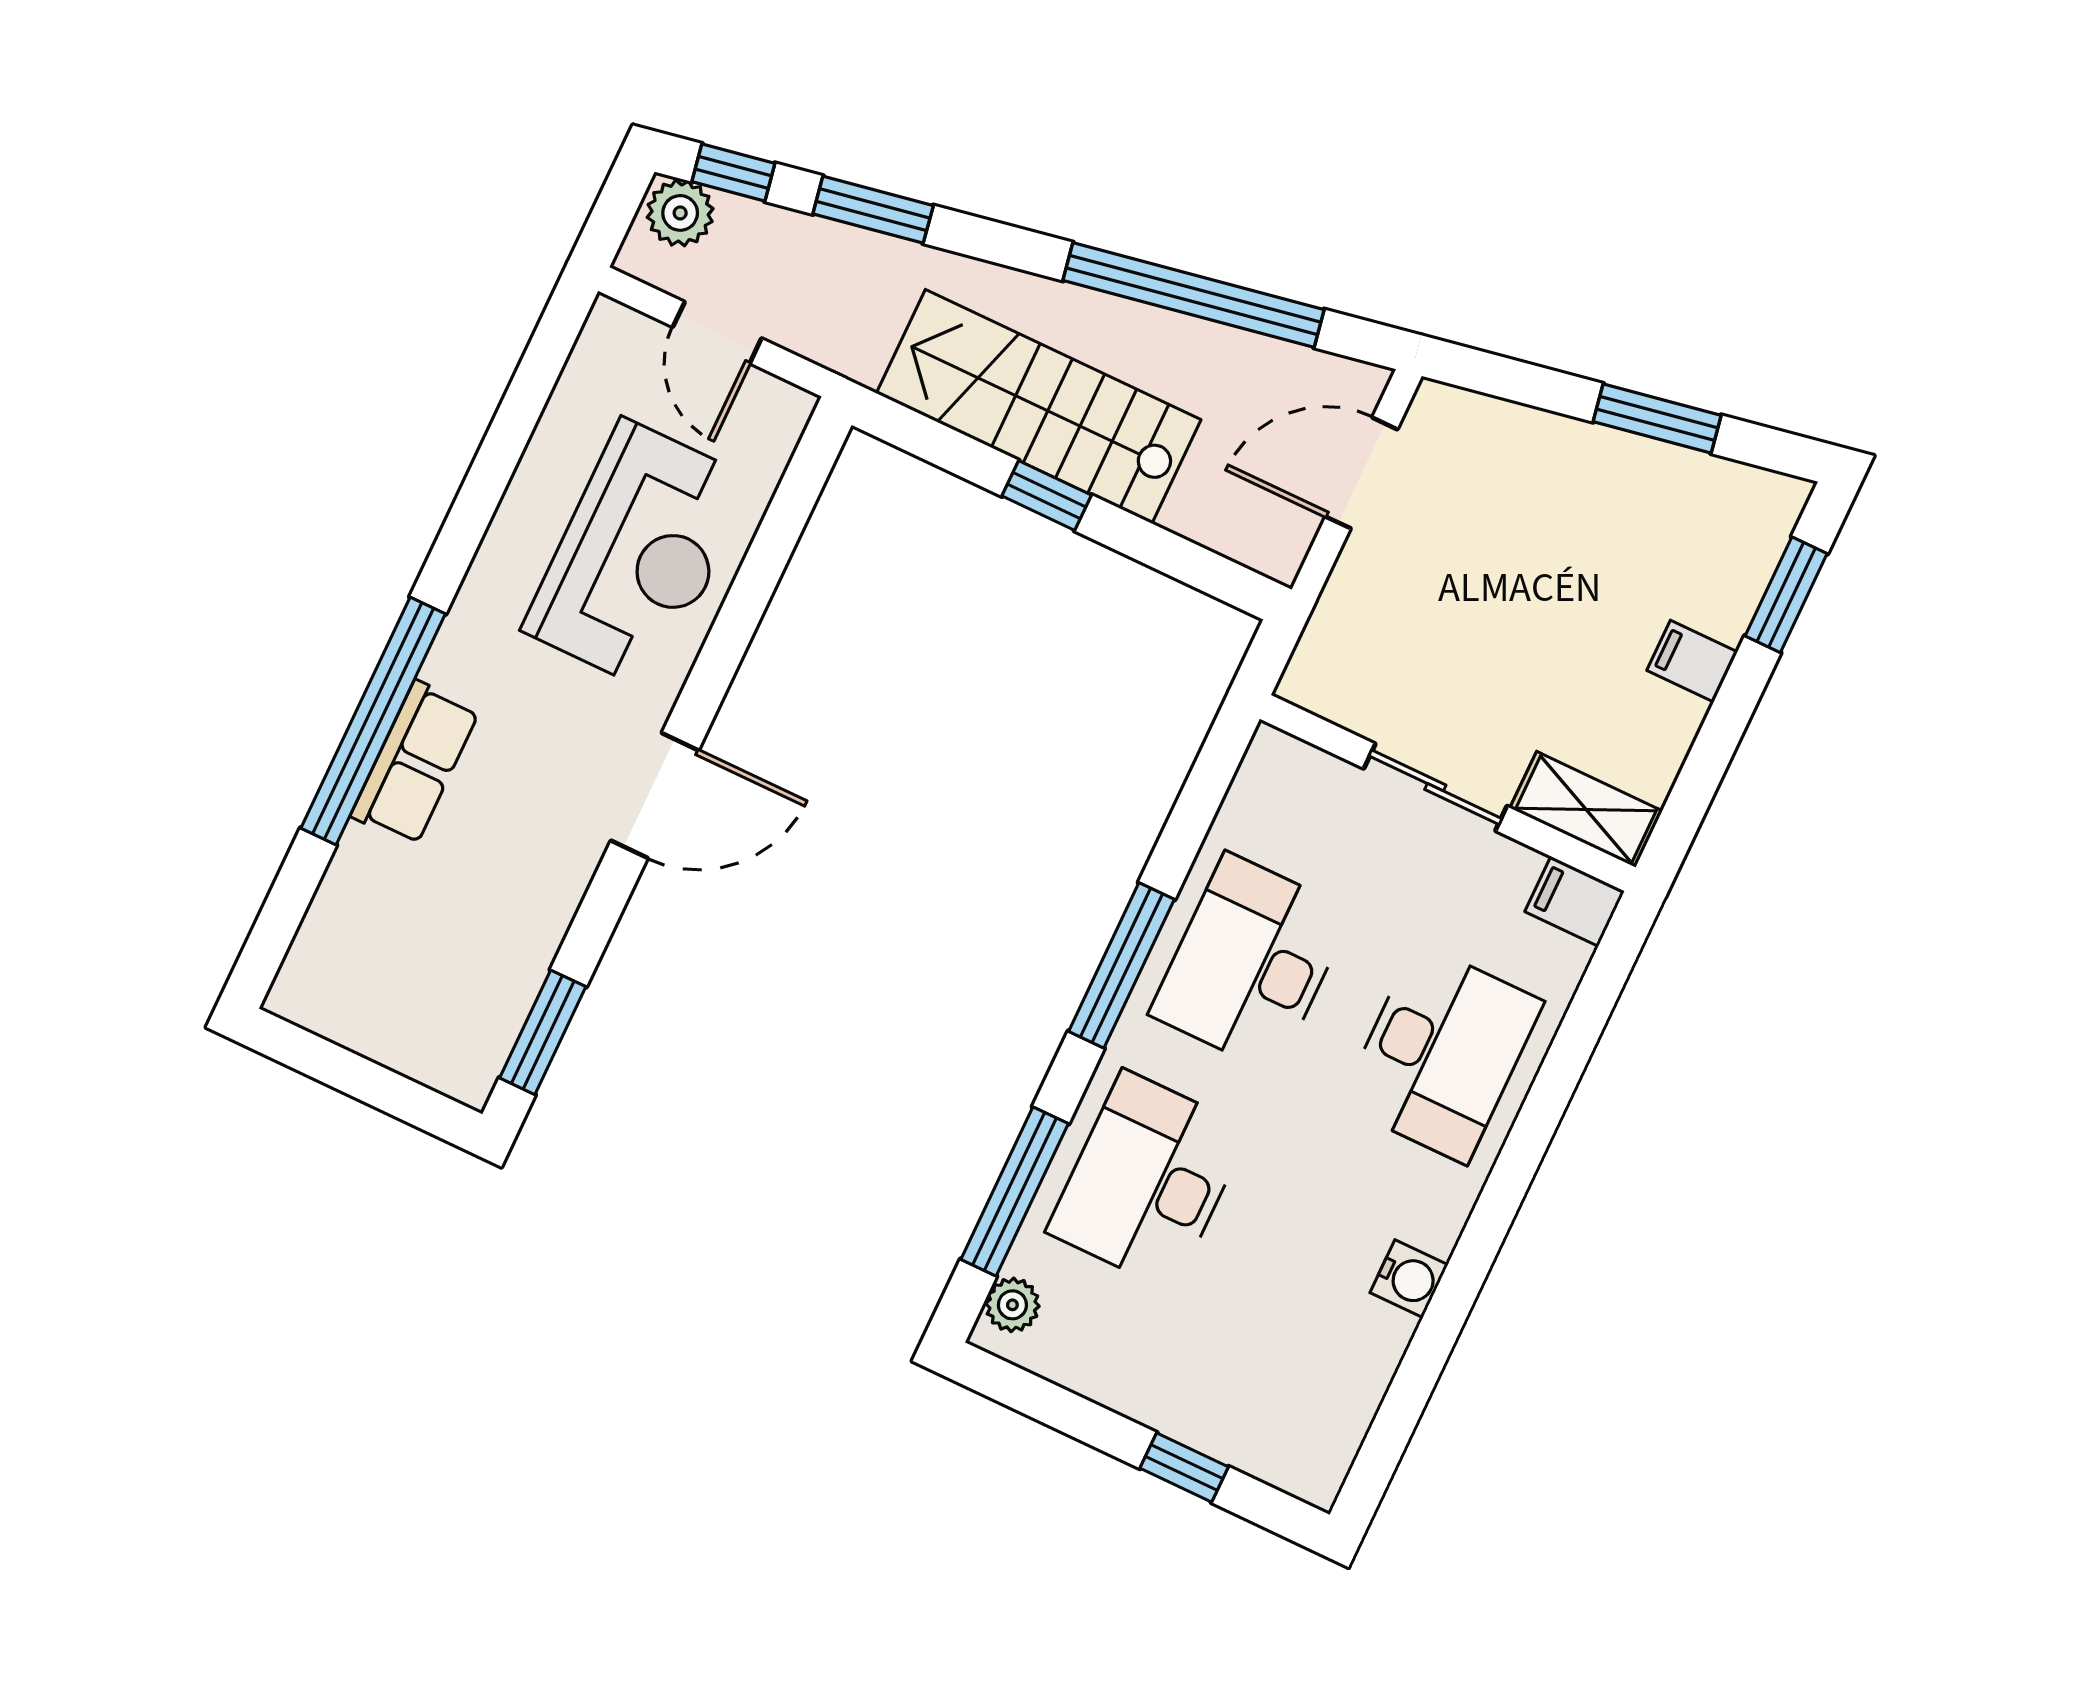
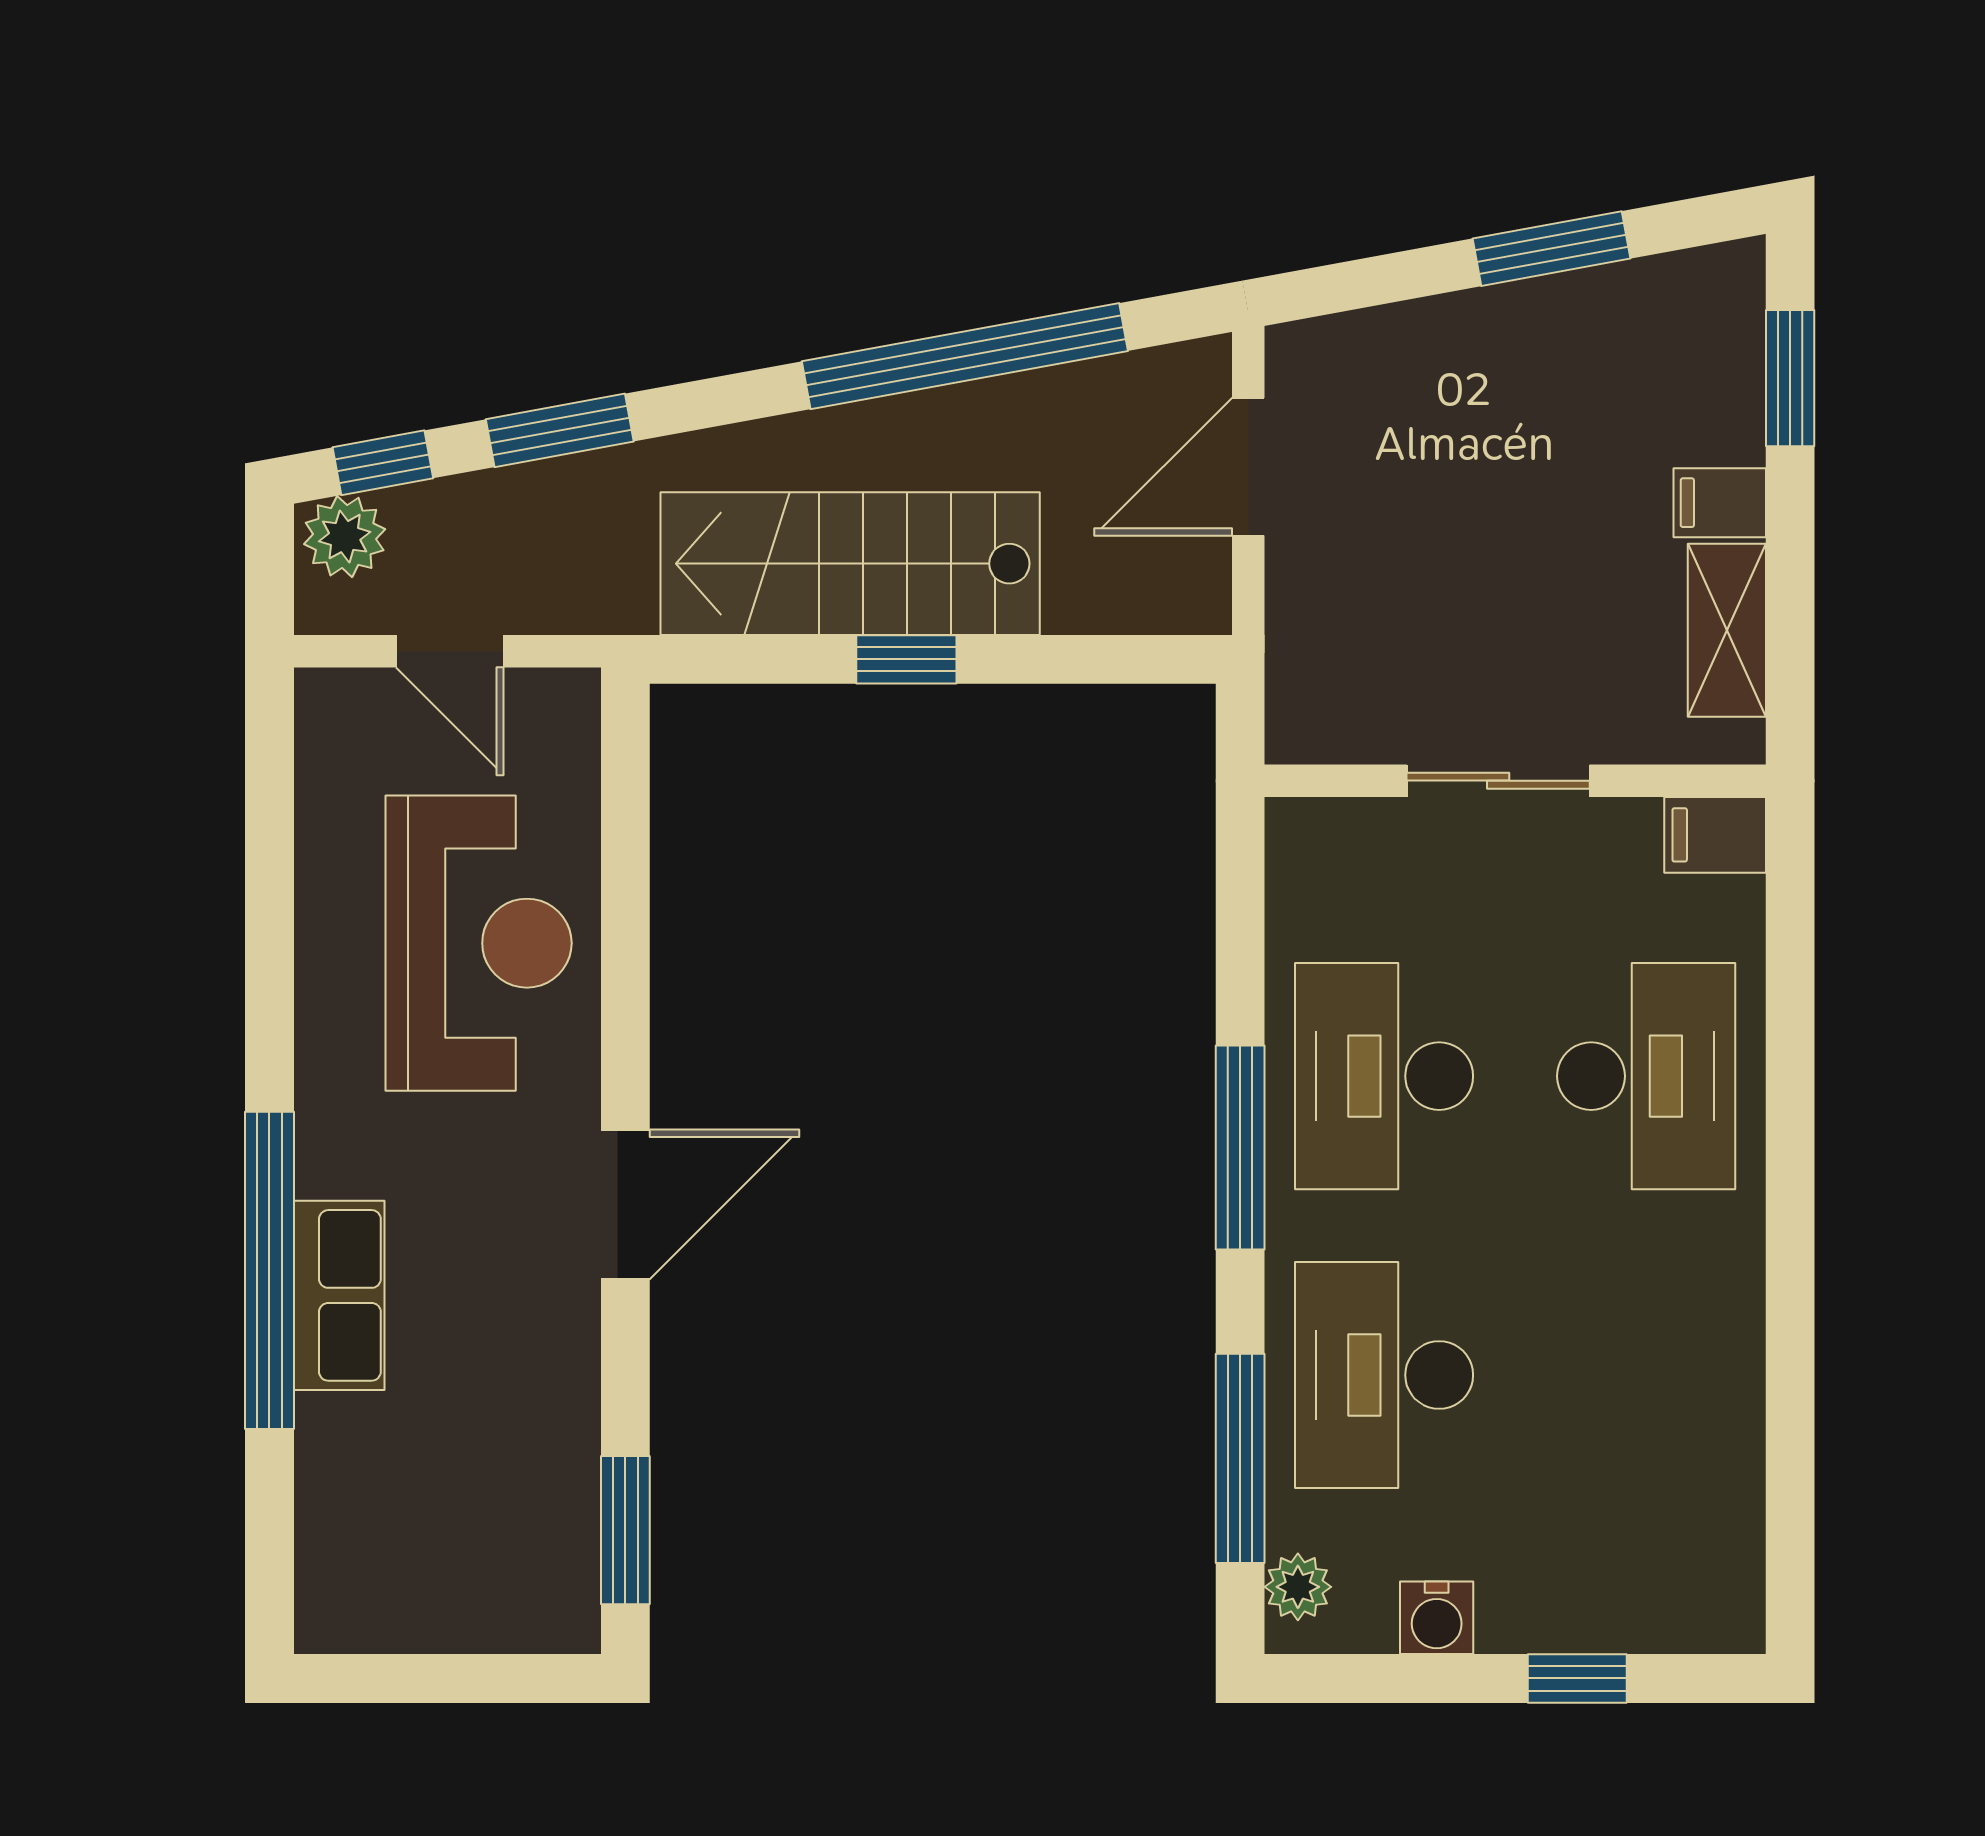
shelving: (1586, 809) -> (1727, 630), moved, turned 90
water cooler: (1409, 1279) -> (1437, 1618), moved, turned 90

